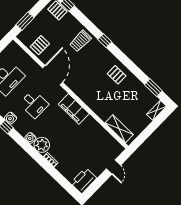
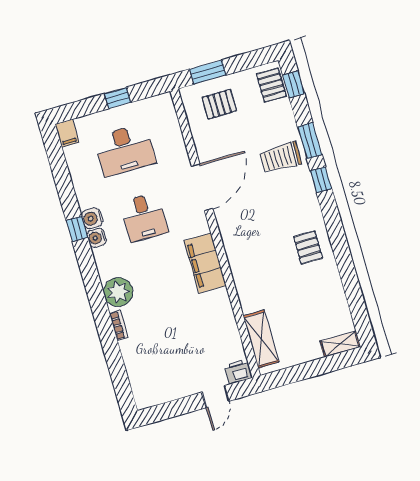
pallet: (40, 45) -> (219, 104), moved
window: (153, 88) -> (310, 141), moved
water cooler: (30, 138) -> (97, 238), moved
printer: (84, 181) -> (238, 372), moved, width x0.53, depth x0.68

